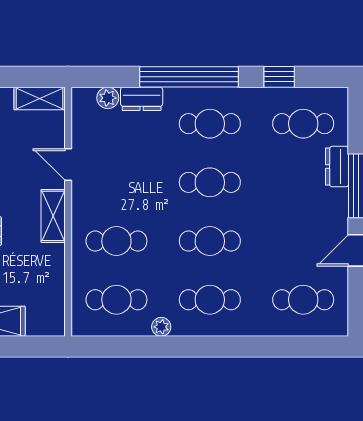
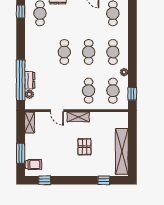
window: (189, 77) -> (21, 80), moved
window: (279, 77) -> (21, 12), moved
cafe table: (210, 124) -> (40, 52), removed
door: (68, 164) -> (57, 111), hinge flipped
window: (109, 347) -> (132, 94), added

